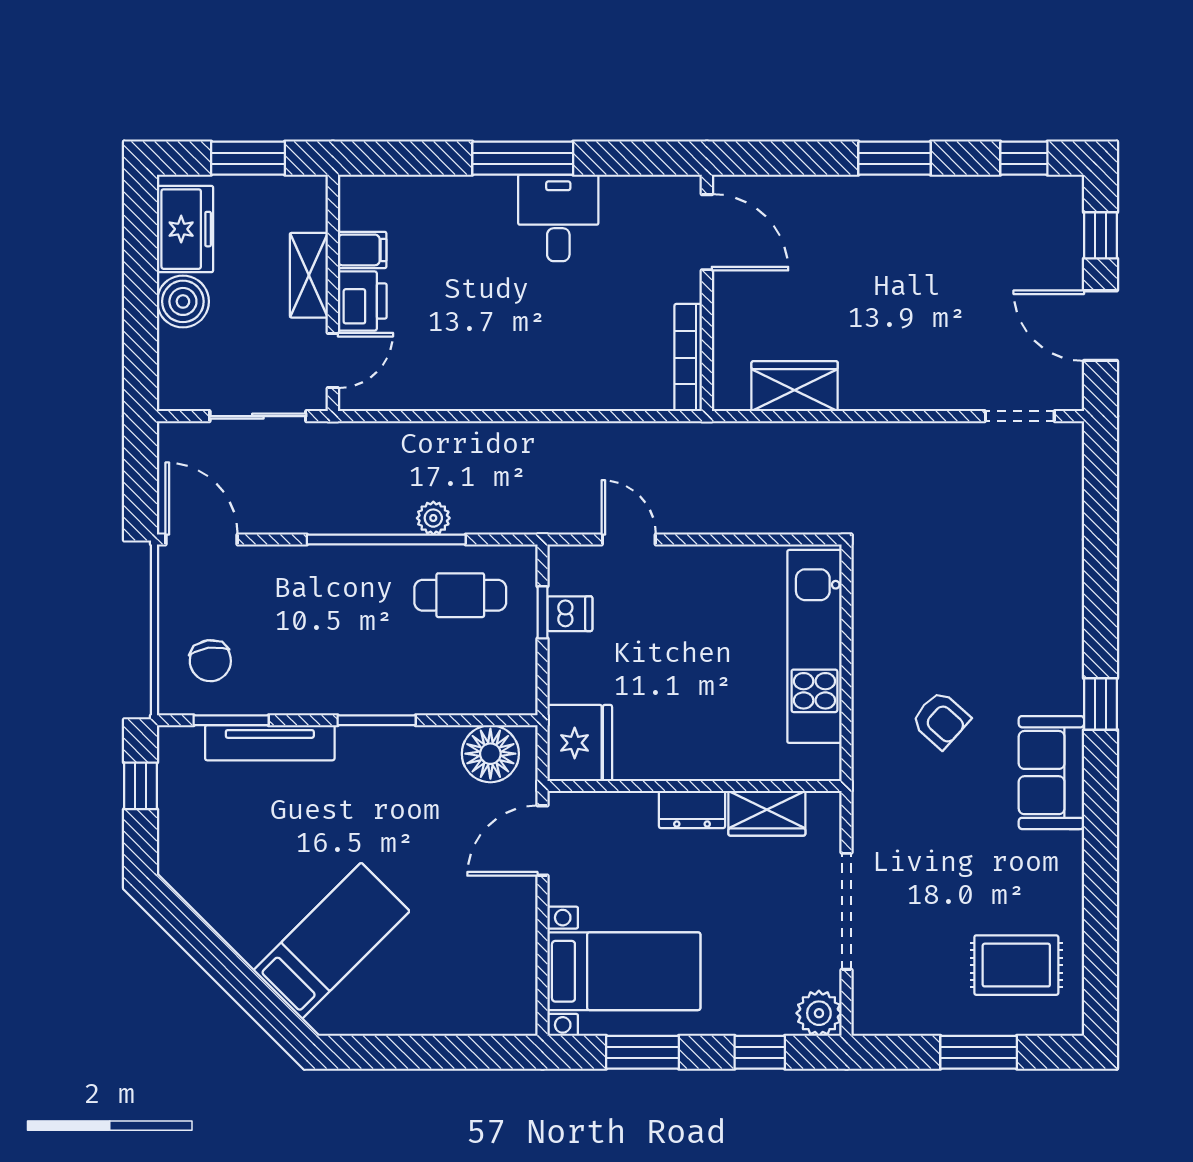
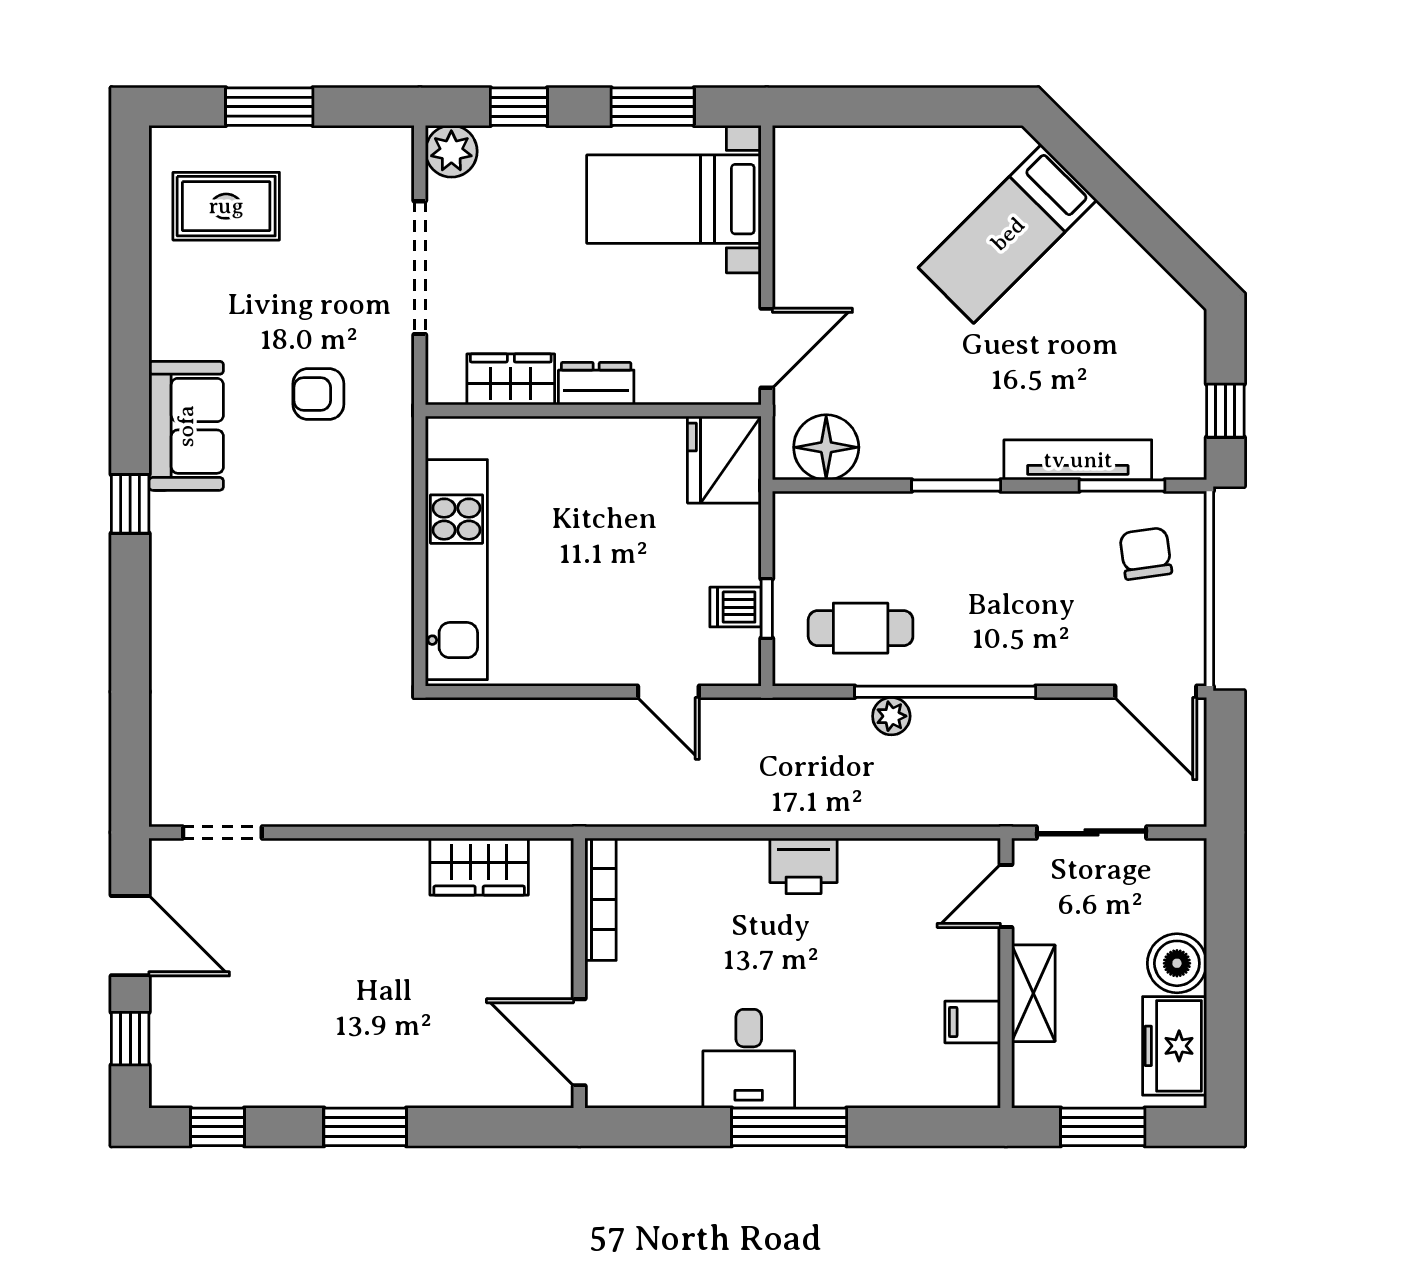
printer: (362, 301) -> (804, 866), moved, turned -90
armchair: (941, 720) -> (318, 394), moved, turned -42

